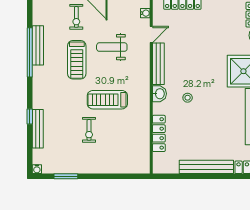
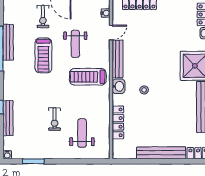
weight bench: (112, 47) -> (75, 44), turned -90
treadmill: (107, 100) -> (88, 77), moved
weight bench: (119, 145) -> (82, 133), added

